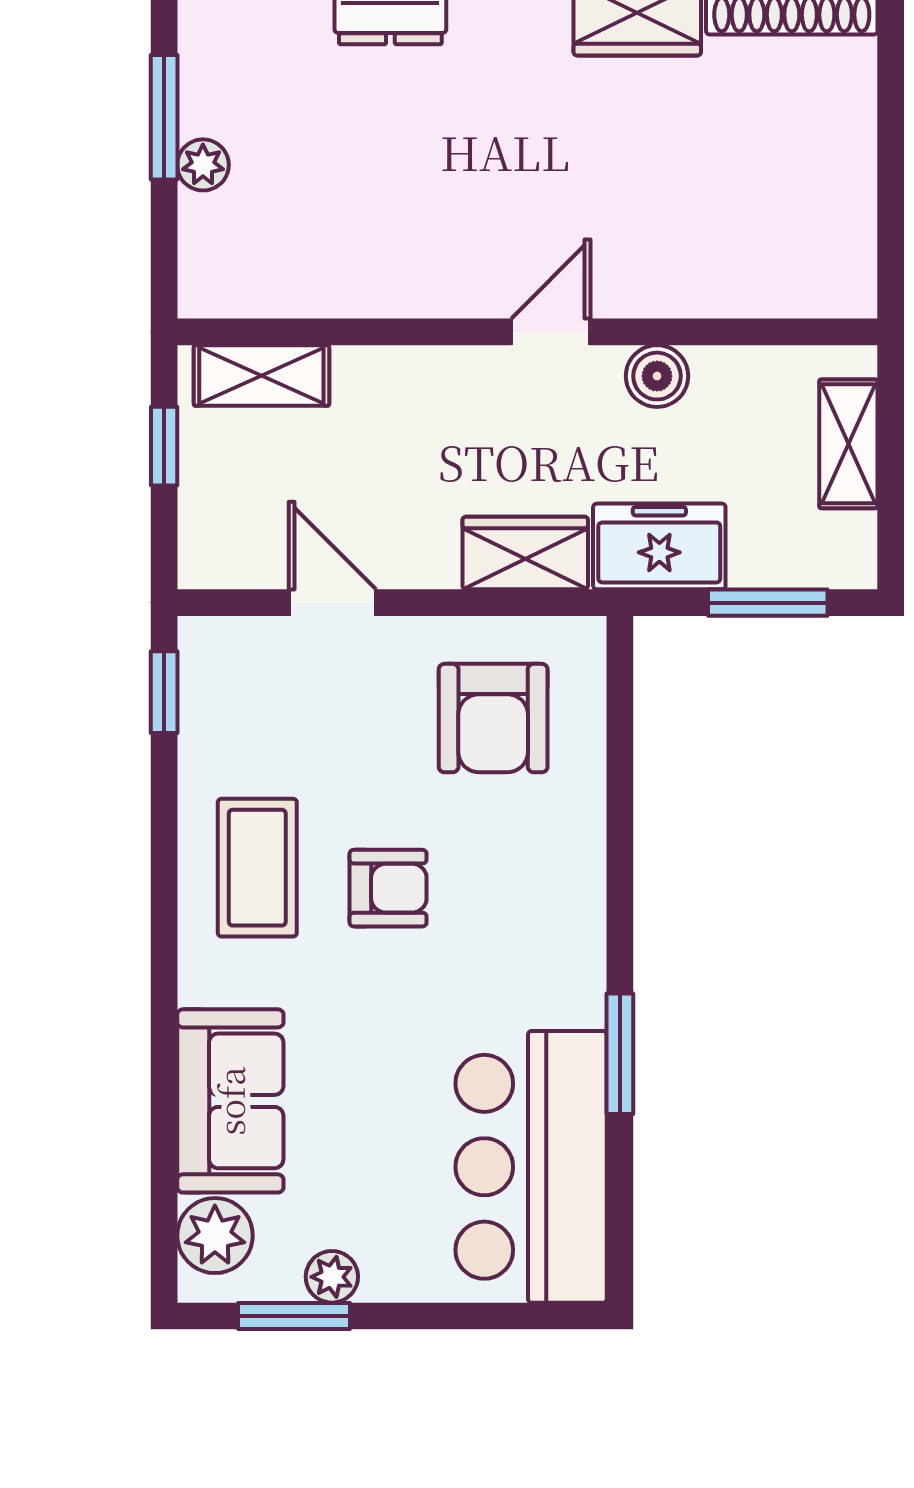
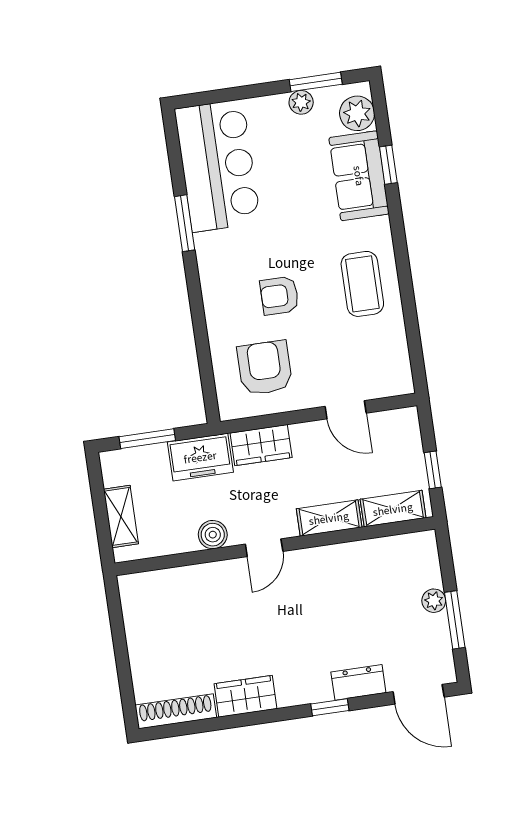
shelving: (402, 375) -> (329, 518), added
window: (164, 692) -> (388, 165), moved
armchair: (388, 888) -> (279, 296), moved

